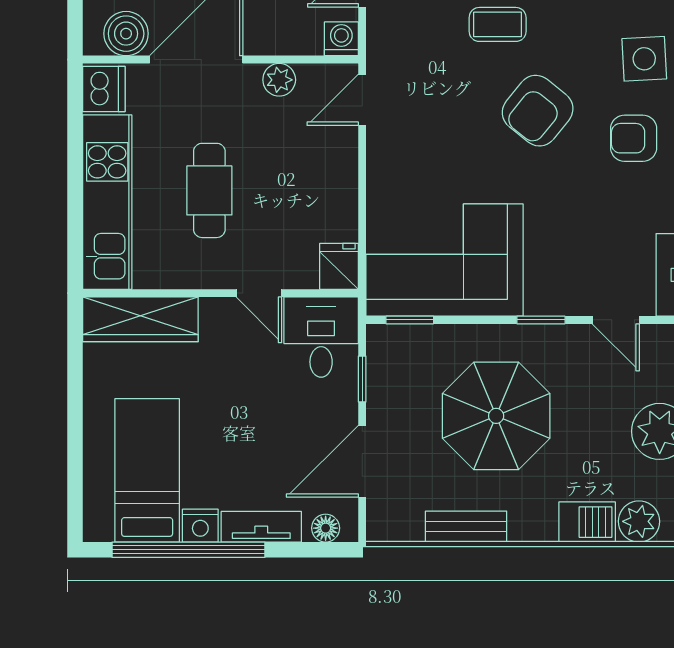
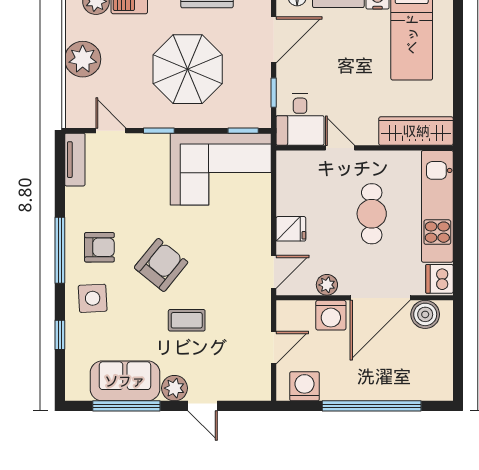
washing machine: (341, 39) -> (331, 315), moved, width x1.38, depth x1.38
fridge: (339, 266) -> (291, 229), moved, turned -90

